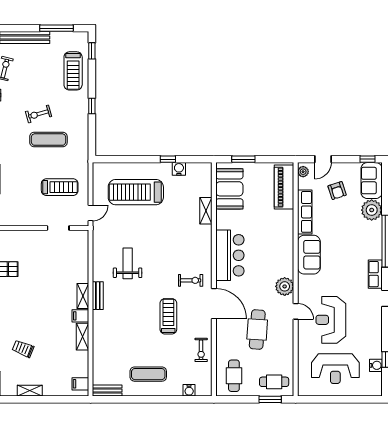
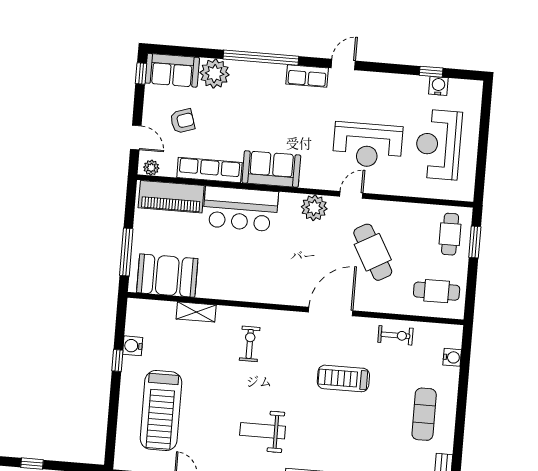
window: (243, 159) -> (126, 252), width x1.44
bar counter: (230, 255) -> (240, 209), moved, turned 180
exercise bike: (191, 280) -> (250, 344), moved
cafe table: (257, 329) -> (373, 252), turned 57
reception desk: (335, 369) -> (438, 145), turned 180

